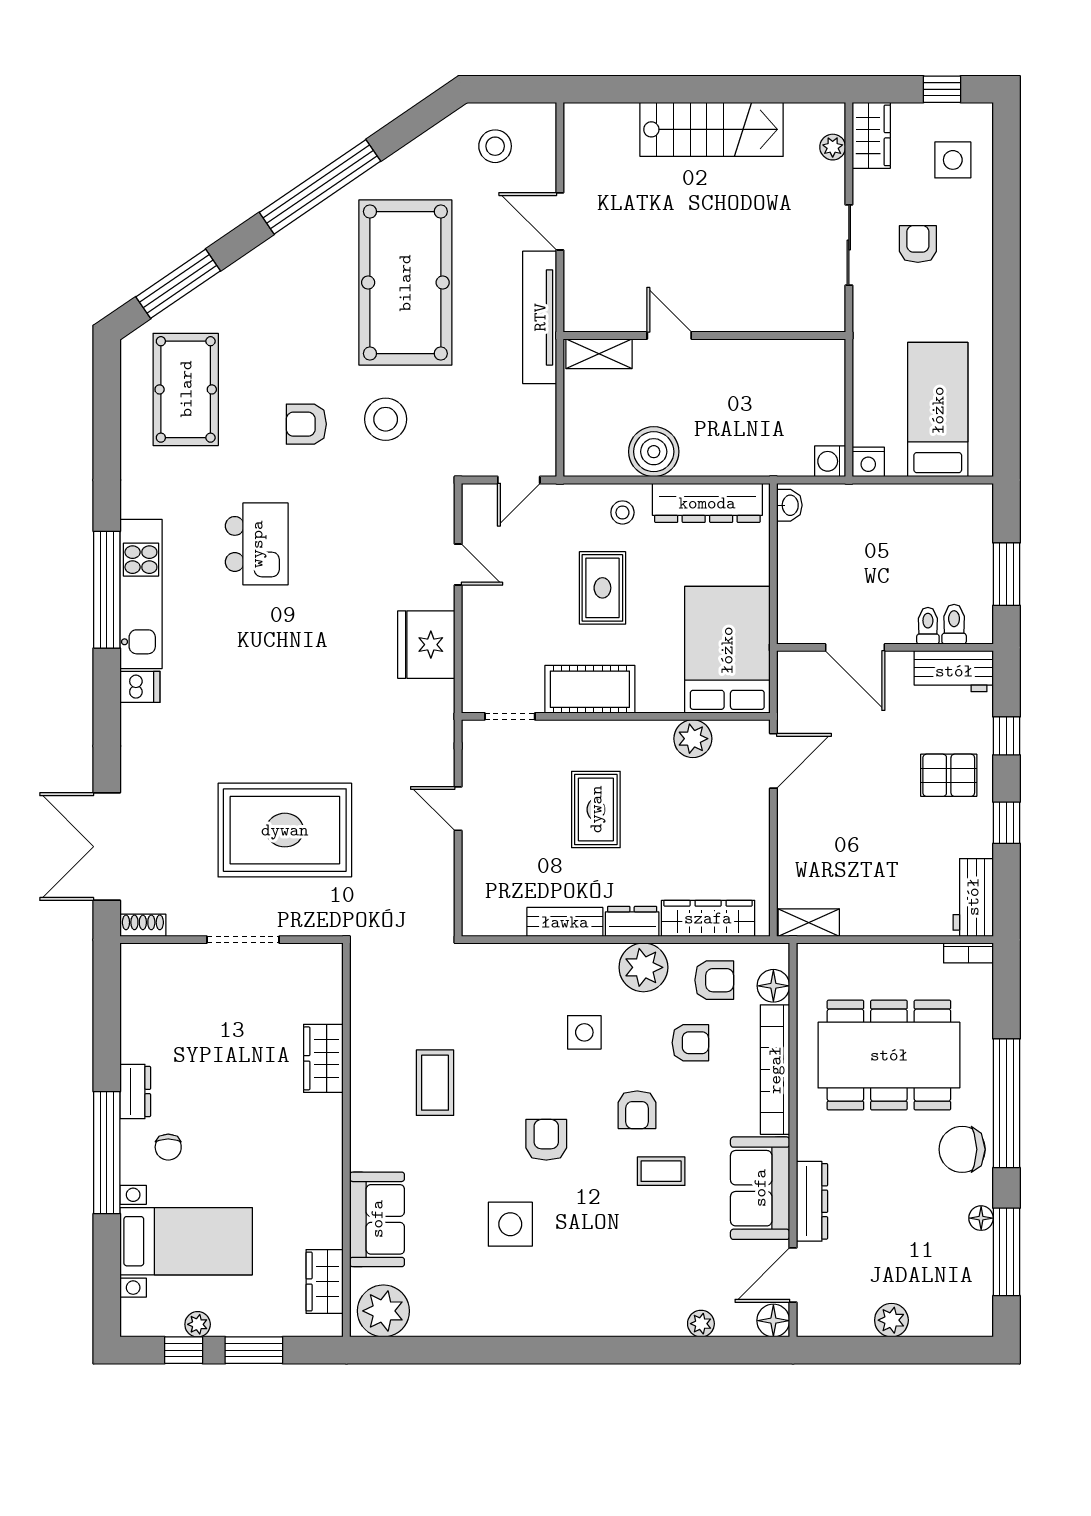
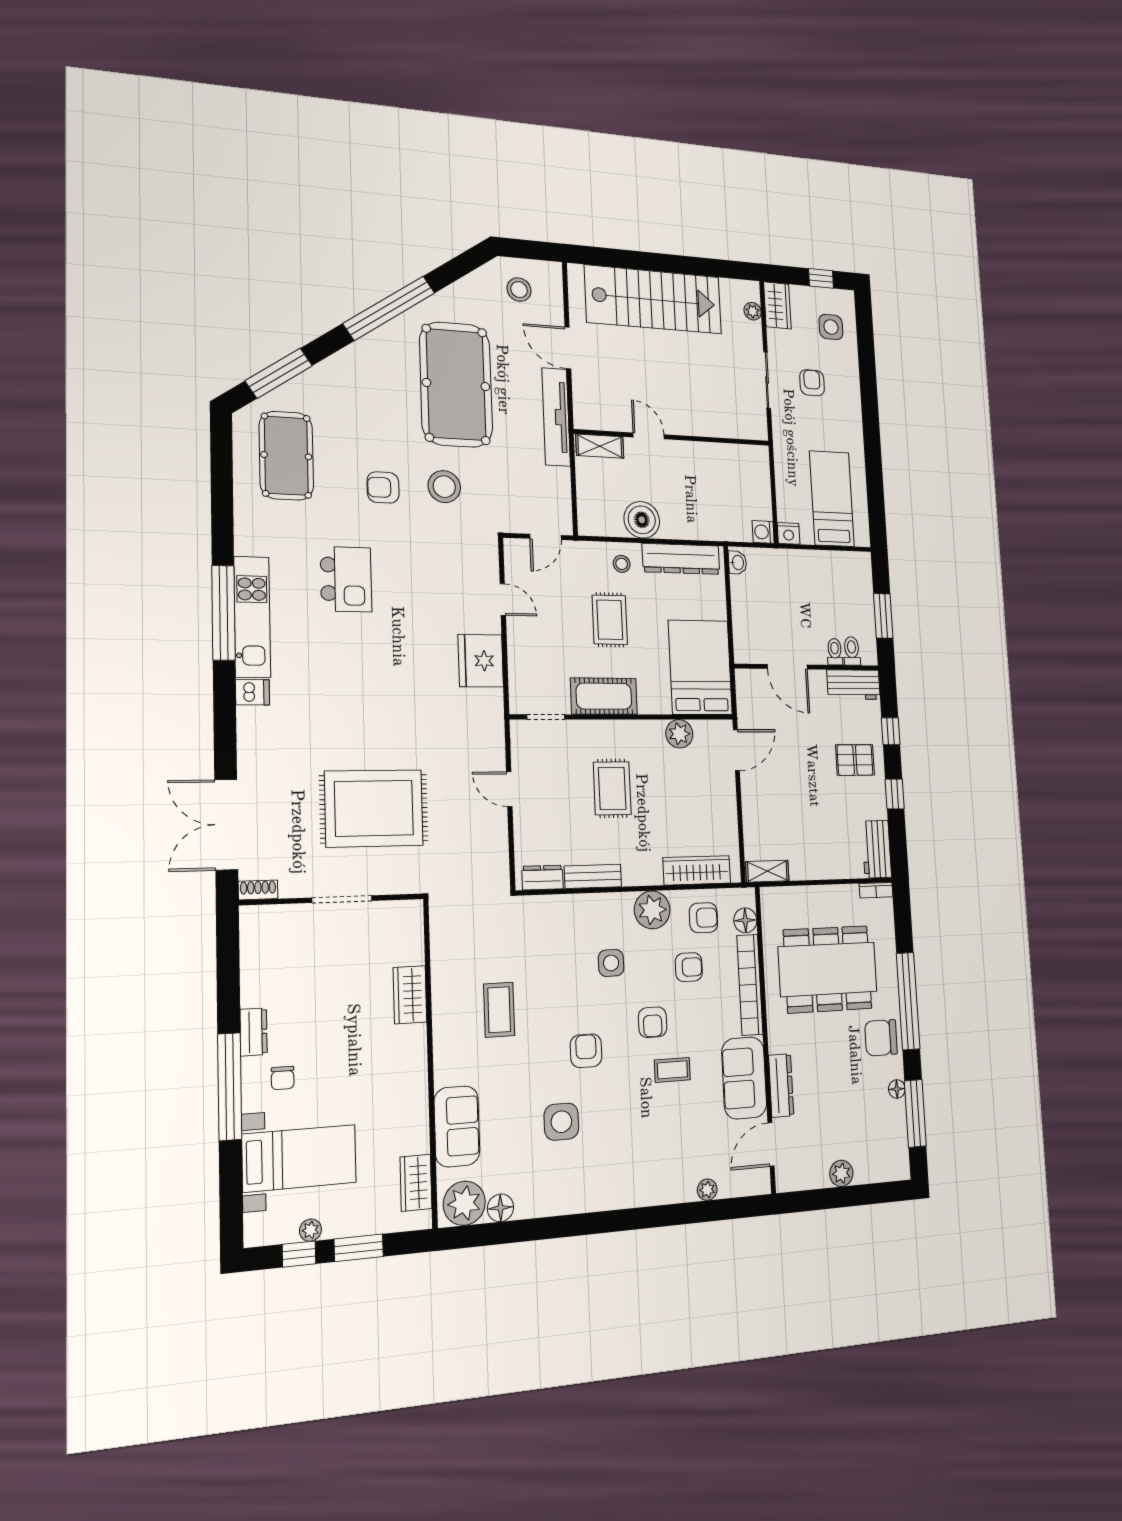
stairs: (712, 129) -> (653, 300), width x1.36, depth x1.51
dresser: (632, 921) -> (543, 878), moved
floor lamp: (773, 1321) -> (500, 1208), moved

